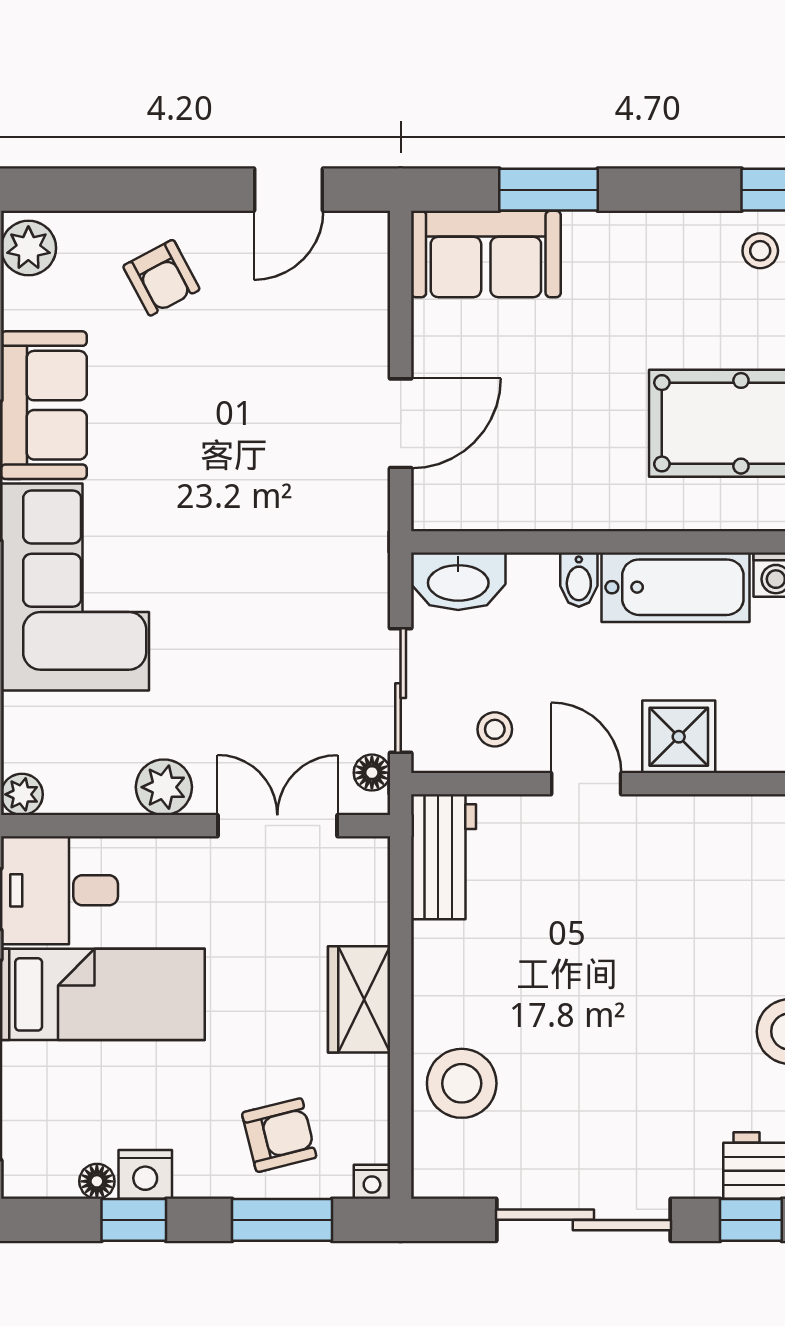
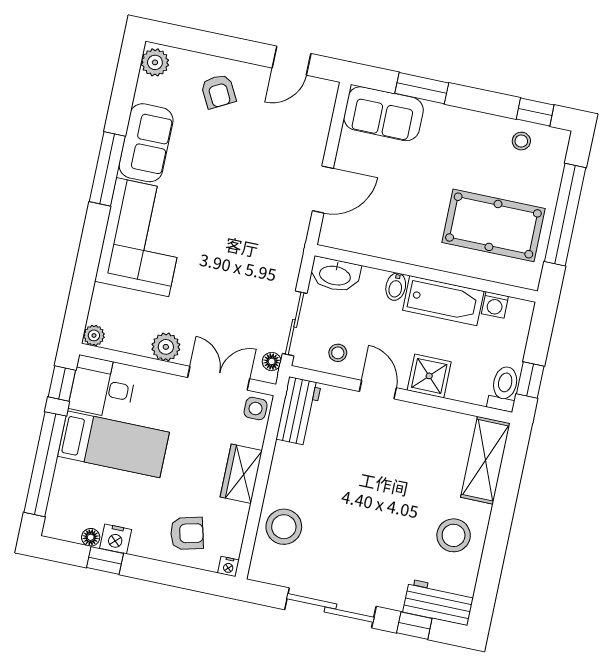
side table: (360, 869) -> (256, 409), added
window: (282, 1220) -> (179, 576), removed

